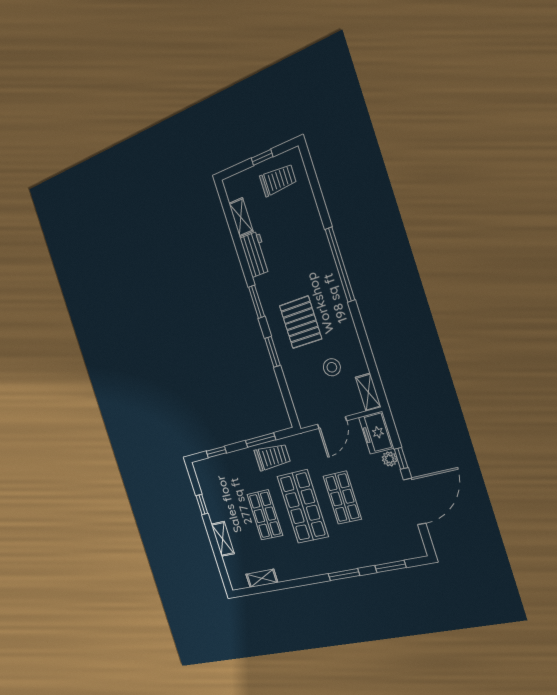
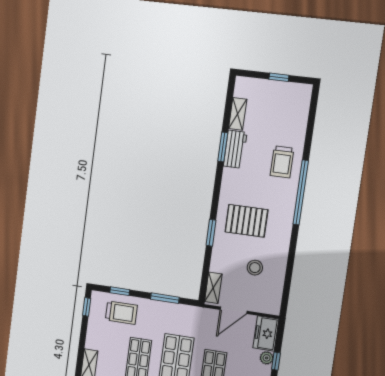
trolley: (278, 180) -> (282, 162), moved, turned 90
window: (257, 302) -> (223, 147), moved
pallet: (301, 322) -> (246, 221), turned 90
shelving: (368, 392) -> (213, 288), moved
trolley: (272, 457) -> (121, 313), moved
window: (202, 504) -> (87, 307), moved

